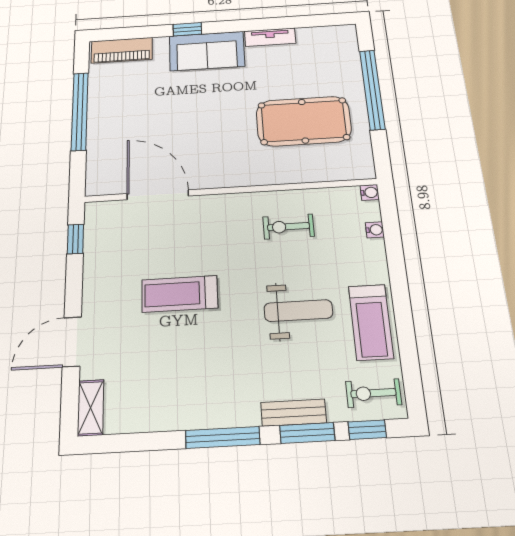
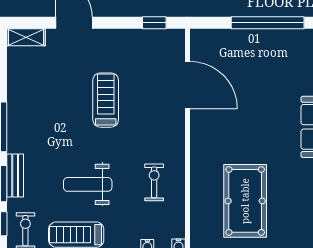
door: (158, 195) -> (187, 85), hinge flipped
weight bench: (298, 311) -> (88, 184), turned 90

